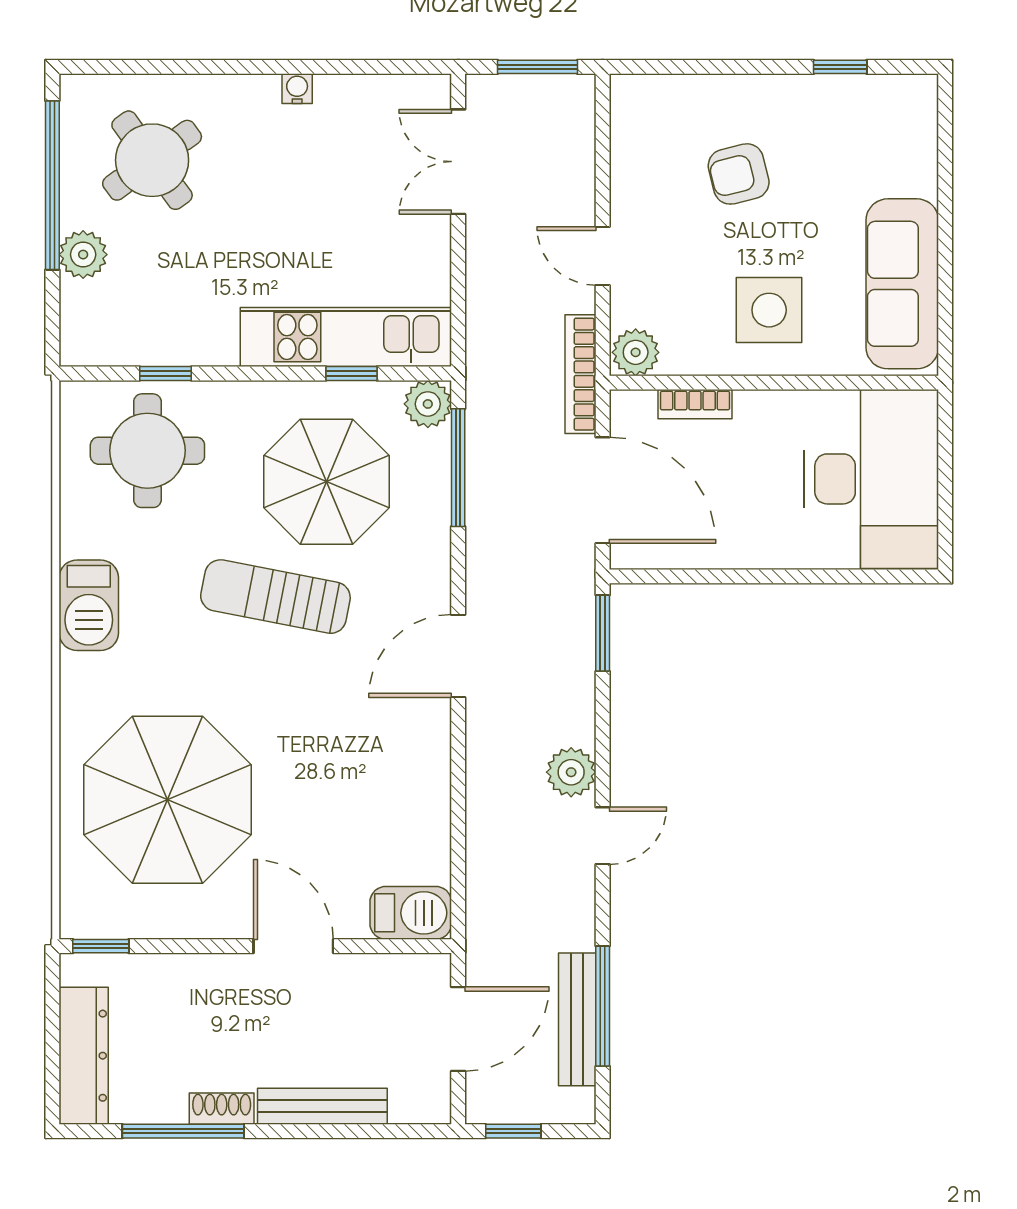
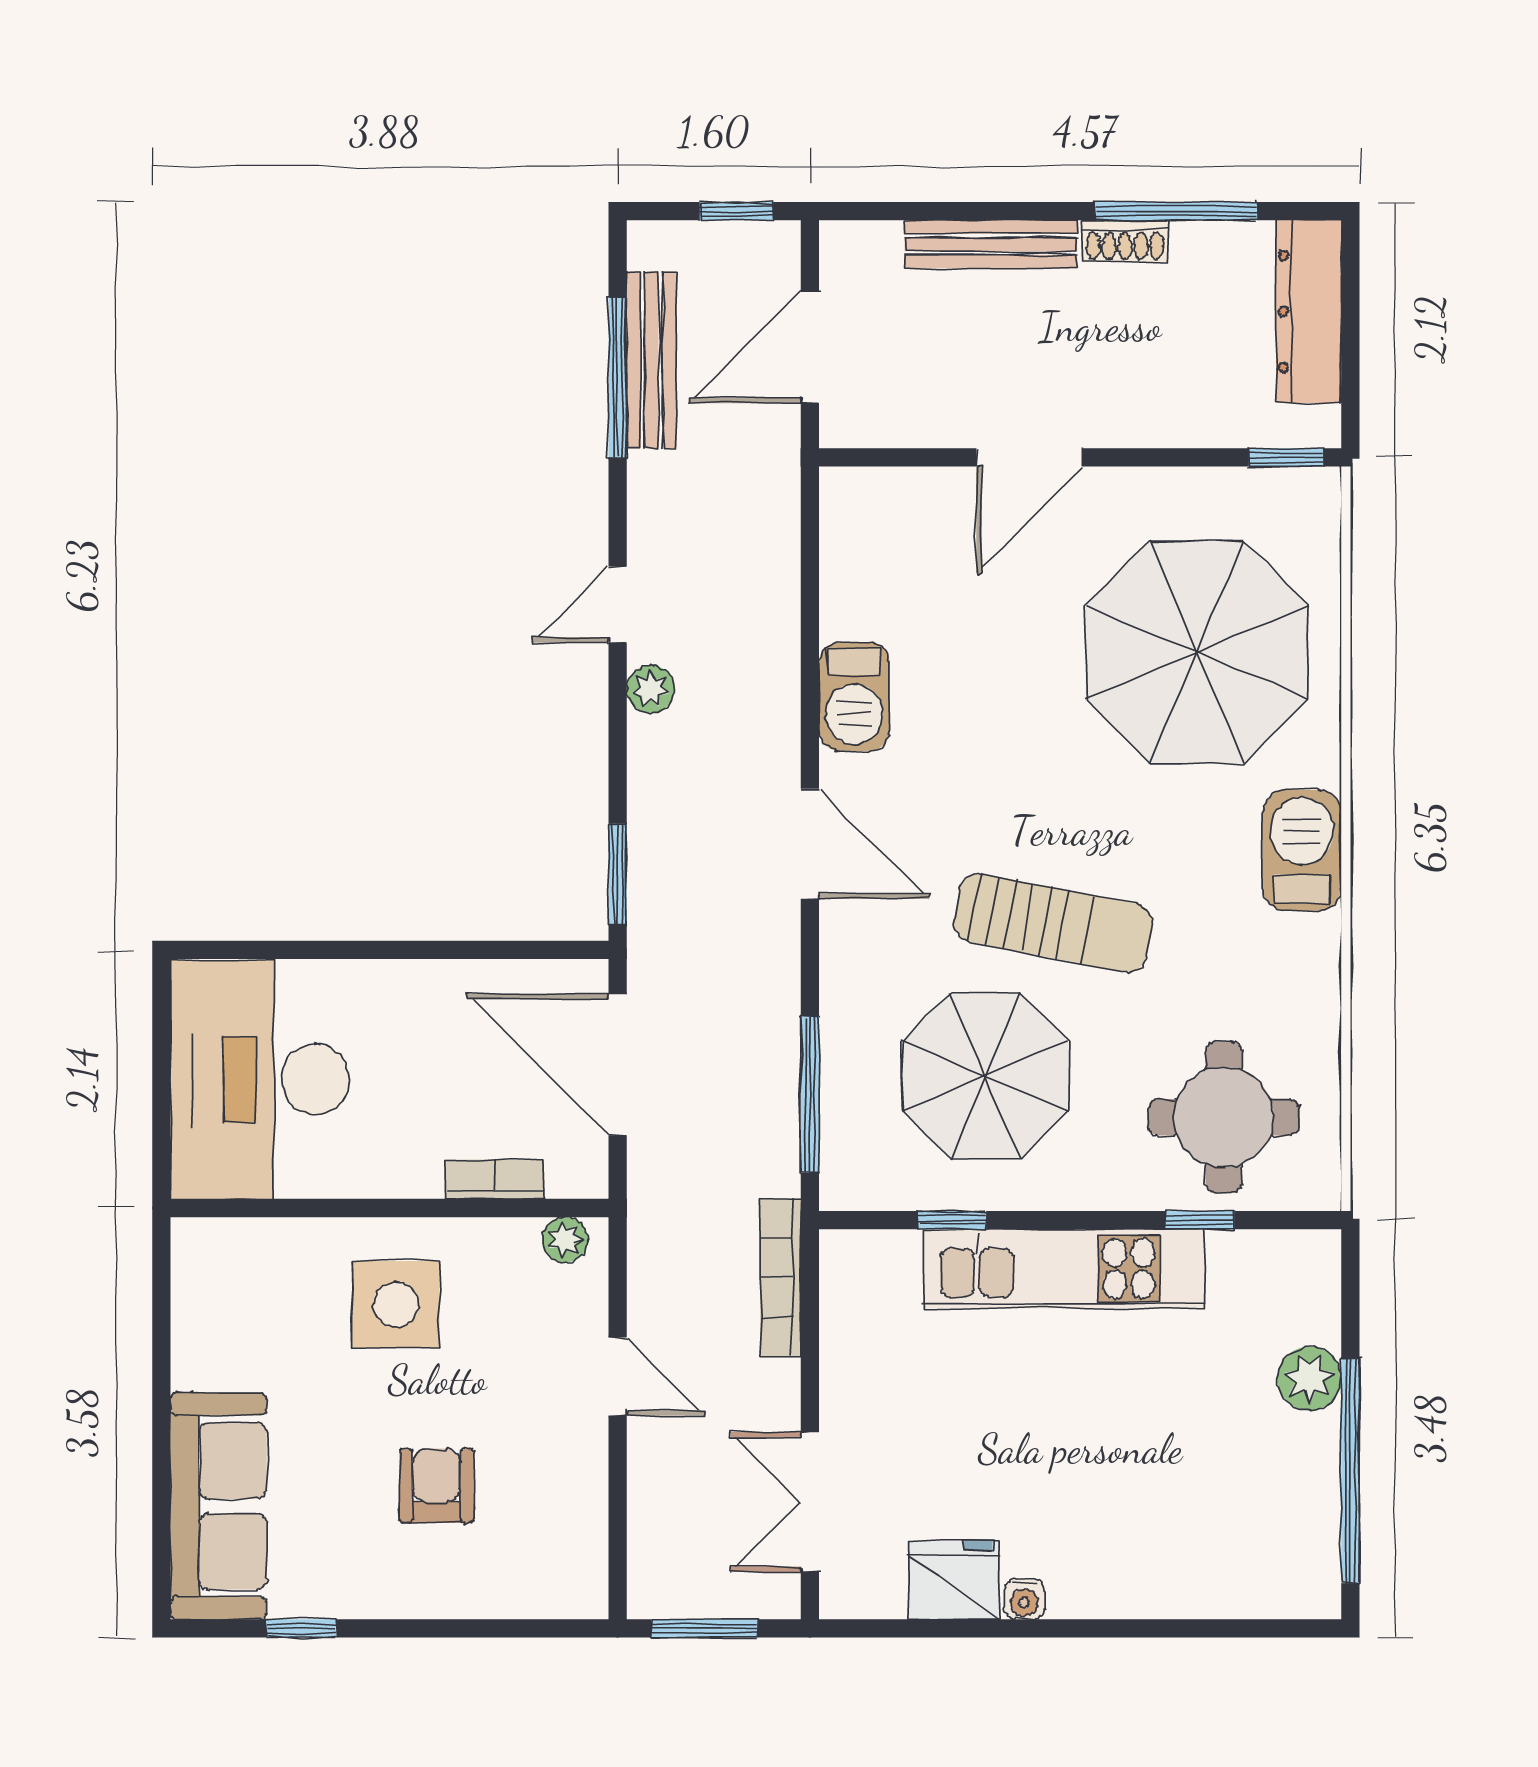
fridge: (350, 103) -> (954, 1580), added
round table: (152, 160) -> (1218, 1504), removed
double door: (458, 162) -> (810, 1502), swing flipped
armchair: (739, 174) -> (436, 1486), turned -76
sofa: (902, 284) -> (218, 1506), moved
kitchen unit: (346, 337) -> (1064, 1269), moved
plant: (636, 352) -> (565, 1240), width x0.73, depth x0.73
bookcase: (581, 374) -> (781, 1278), moved, turned 180
plant: (428, 404) -> (850, 1179), removed
barbecue: (89, 605) -> (1302, 850), moved
door: (458, 656) -> (810, 844), hinge flipped
plant: (571, 772) -> (651, 689), width x0.73, depth x0.73
barbecue: (411, 913) -> (854, 697), moved, turned -90
door: (293, 946) -> (1029, 457), hinge flipped

